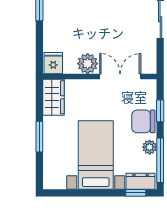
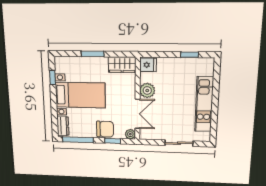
chair: (143, 121) -> (105, 129), turned 90
plant: (150, 147) -> (130, 134), moved
window: (136, 193) -> (53, 78), moved

